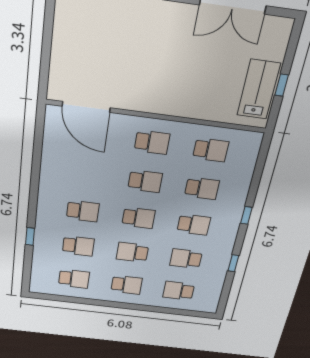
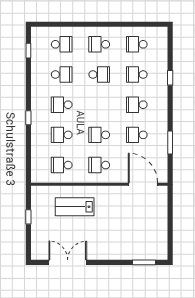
lab bench: (259, 89) -> (75, 207), moved, turned 90
window: (37, 158) -> (170, 142), added
school desk: (139, 218) -> (137, 135), moved
window: (233, 263) -> (28, 51), moved

